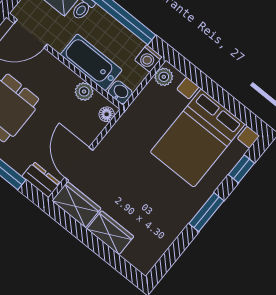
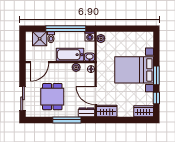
bed with nightstands: (198, 138) -> (134, 70), moved, turned 90
window: (241, 169) -> (156, 98), moved
wardrobe: (110, 233) -> (144, 111), moved

